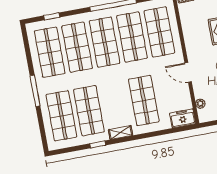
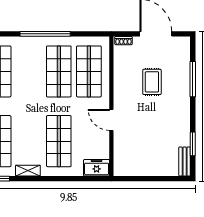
shop shelf: (105, 42) -> (29, 71), removed
plant: (200, 104) -> (118, 156), removed

